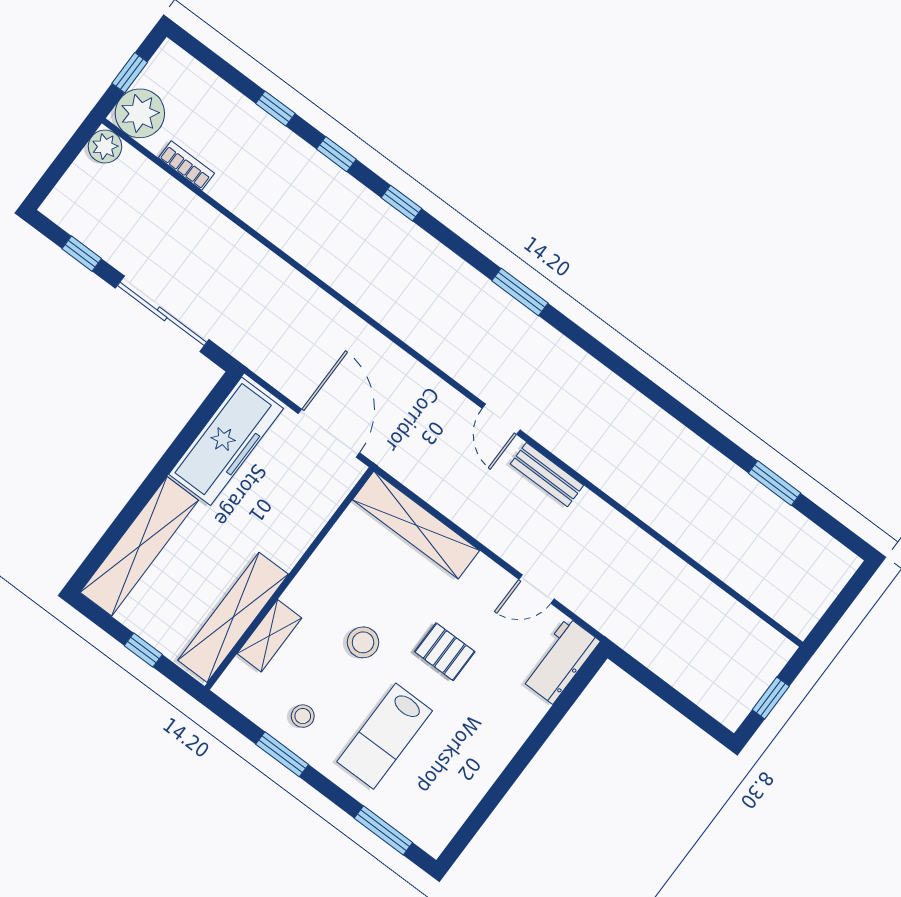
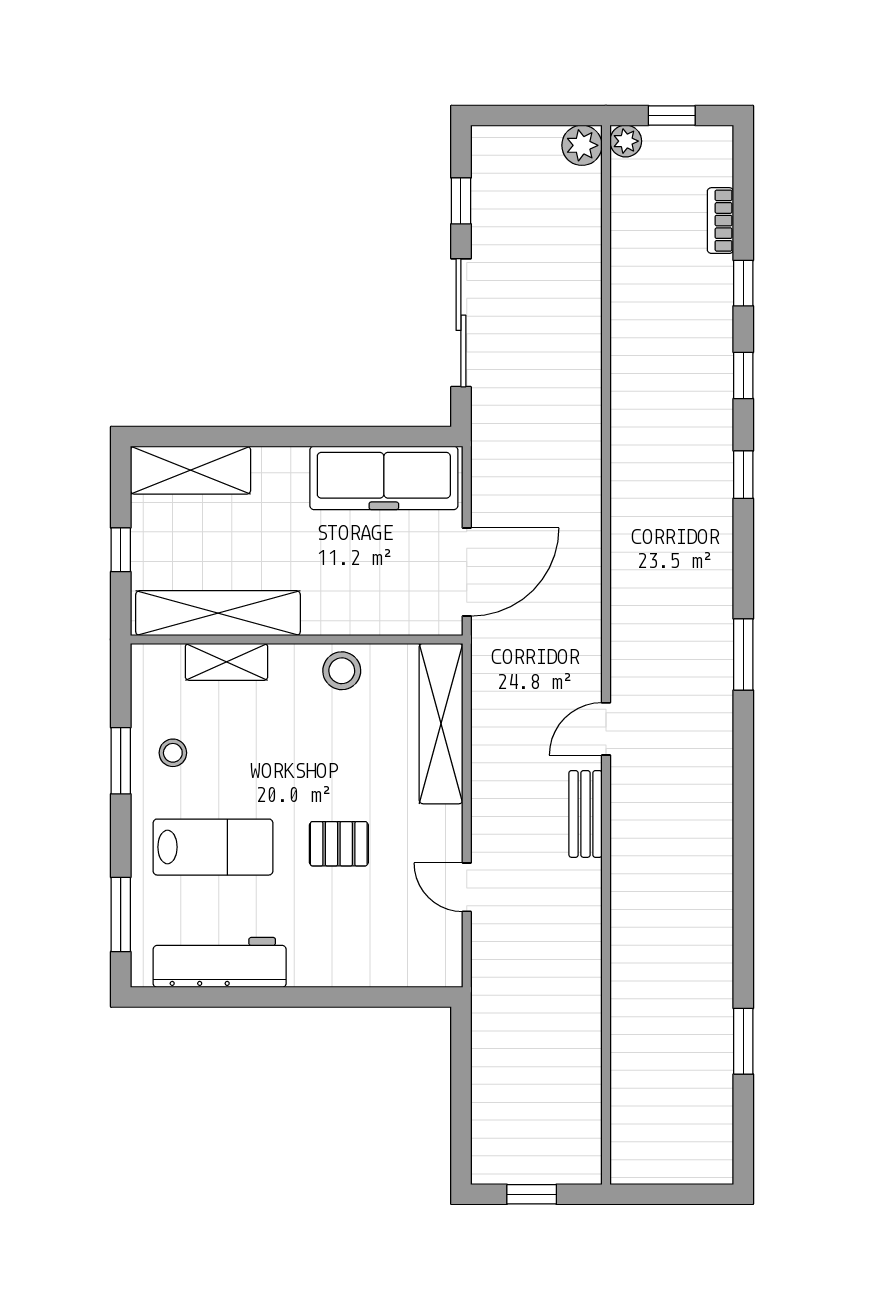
plant: (140, 113) -> (626, 141), width x0.53, depth x0.53
bookcase: (186, 165) -> (720, 221), moved, turned 180
shelving: (139, 546) -> (190, 470), width x0.68
stool: (363, 642) -> (342, 671), moved
pallet: (445, 652) -> (339, 844), turned 90
workbench: (560, 661) -> (220, 962), moved, width x1.38
lab bench: (385, 736) -> (213, 847), turned 180

